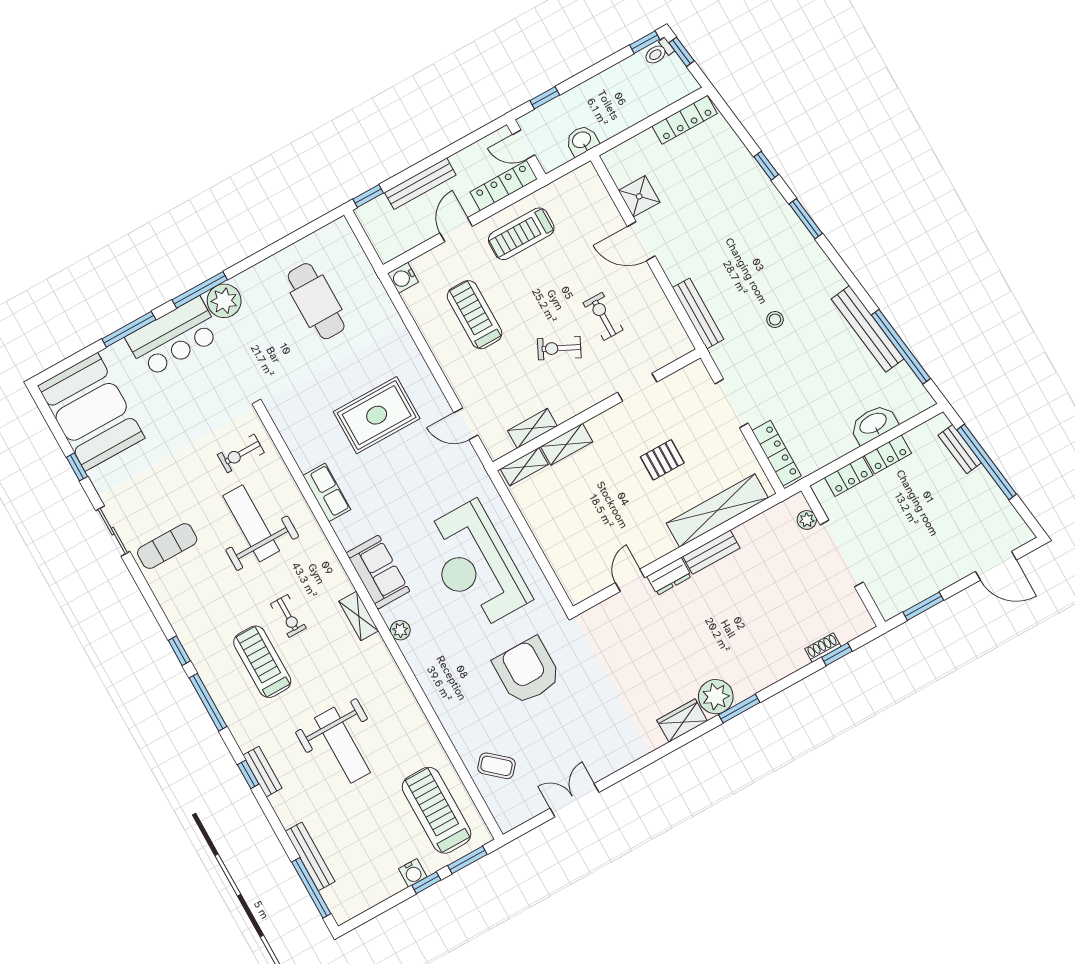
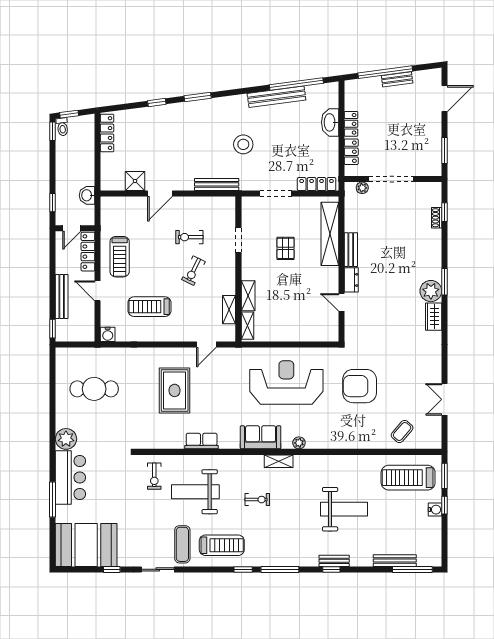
window: (200, 290) -> (53, 449), removed
stool: (775, 319) -> (243, 144), width x1.89, depth x1.89
bench: (960, 449) -> (397, 79), moved
reception desk: (475, 566) -> (286, 383), turned 180
treadmill: (262, 662) -> (222, 545), moved, turned 180

